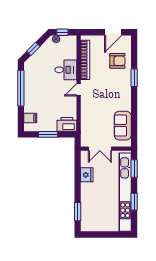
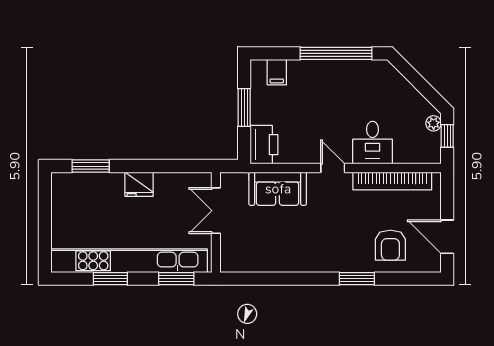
window: (33, 49) -> (414, 78), removed
sofa: (123, 126) -> (278, 189), moved, turned 180
fridge: (87, 175) -> (139, 184), moved

